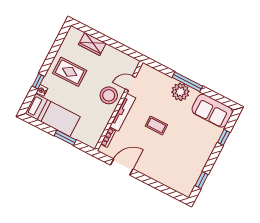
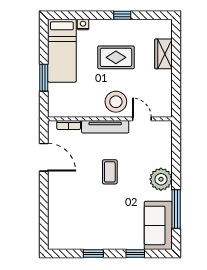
rug: (70, 72) -> (116, 57), moved, turned 90
window: (38, 81) -> (122, 15), moved
window: (187, 82) -> (176, 209), moved
window: (202, 180) -> (93, 254), moved

